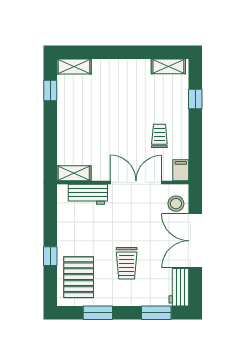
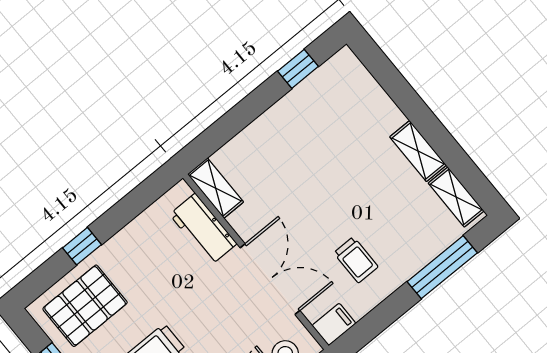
shelving: (74, 67) -> (418, 151), moved
window: (195, 99) -> (442, 267), width x2.17
trolley: (159, 136) -> (356, 260), turned 90

